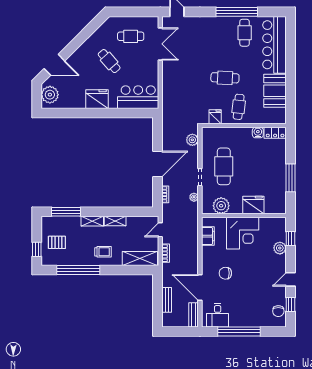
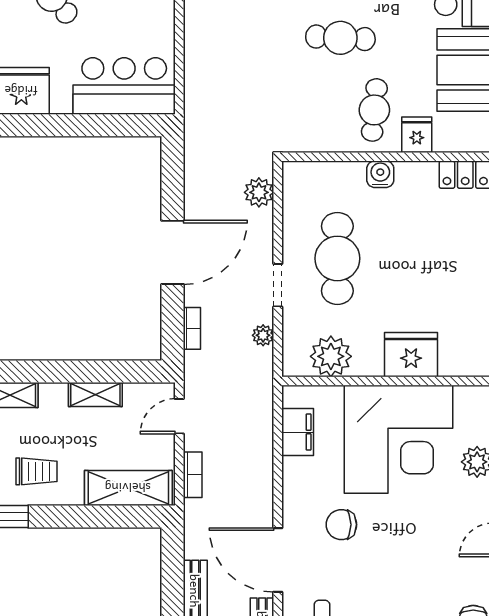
fridge: (215, 117) -> (417, 135), moved
water cooler: (258, 133) -> (380, 174), moved
shelving: (115, 221) -> (95, 394), moved
corner desk: (243, 233) -> (399, 439), width x1.36, depth x1.36

